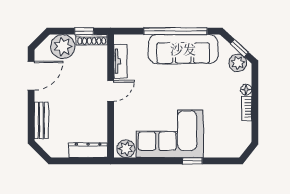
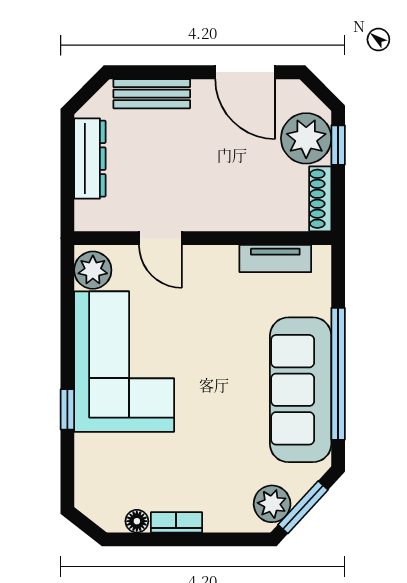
window: (84, 31) -> (338, 145), moved
window: (239, 48) -> (303, 507), width x1.50
floor lamp: (246, 90) -> (137, 521), moved
door: (111, 91) -> (160, 238), moved
dresser: (88, 150) -> (90, 159), moved

